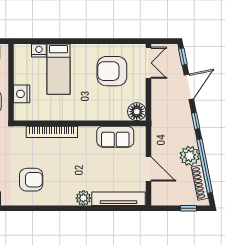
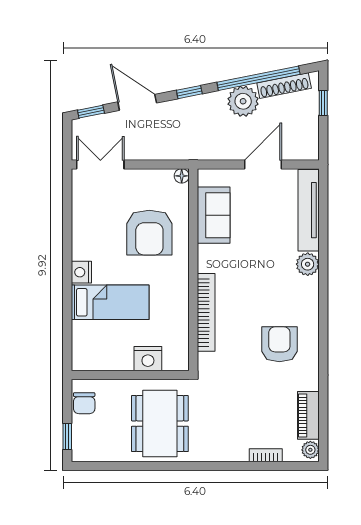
nightstand: (39, 50) -> (81, 272), moved
armchair: (112, 71) -> (149, 233), moved
floor lamp: (137, 112) -> (182, 176), width x0.53, depth x0.53

